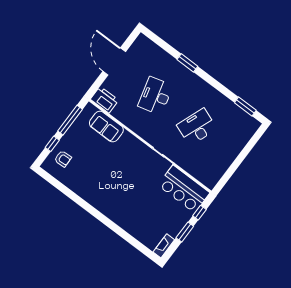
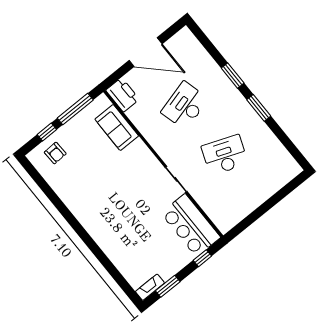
door: (114, 62) -> (146, 52), swing flipped
window: (245, 107) -> (259, 108), moved
window: (185, 232) -> (168, 286), moved

